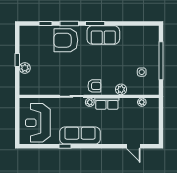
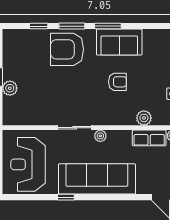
armchair: (94, 86) -> (117, 82), moved
row of seats: (107, 104) -> (149, 138), moved
sofa: (80, 135) -> (97, 179), width x1.36, depth x1.27

